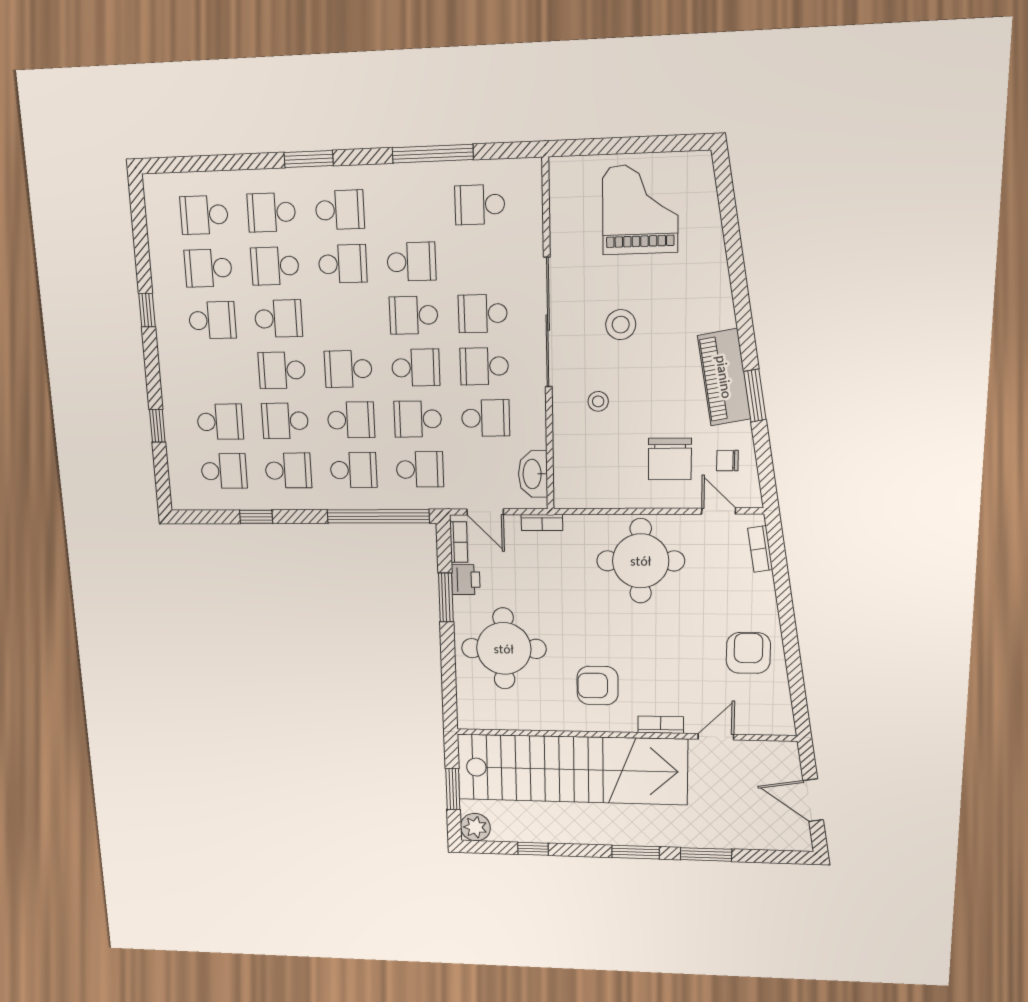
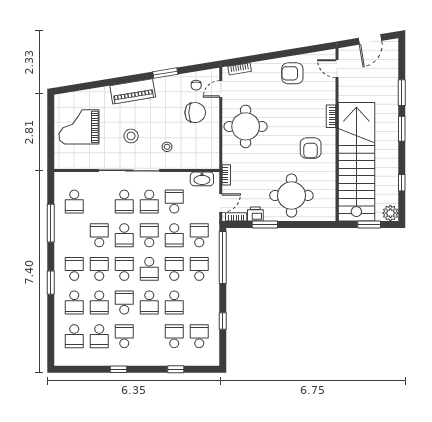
piano: (724, 377) -> (133, 91), moved
school desk: (288, 471) -> (124, 269), moved
door: (716, 737) -> (337, 69), moved

